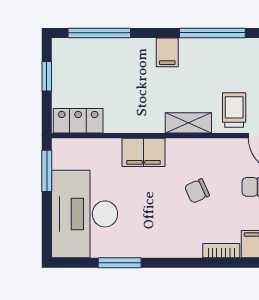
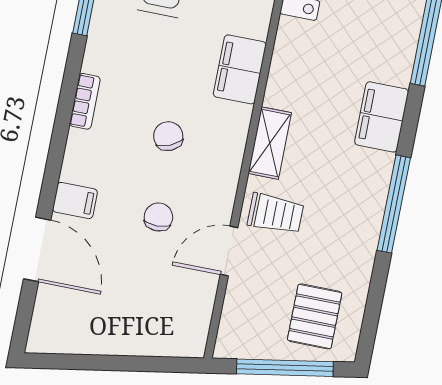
filing cabinet: (167, 52) -> (382, 117), width x2.00
bookcase: (221, 251) -> (85, 101), moved

